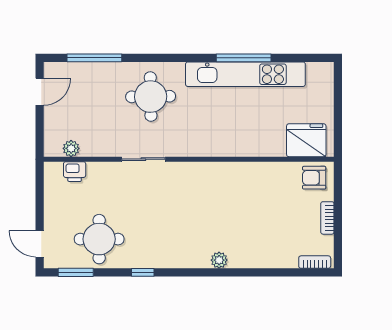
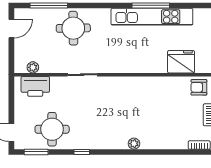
round table: (151, 97) -> (73, 28), moved
fridge: (306, 140) -> (181, 62), moved
printer: (75, 172) -> (35, 86), width x1.87, depth x1.48

